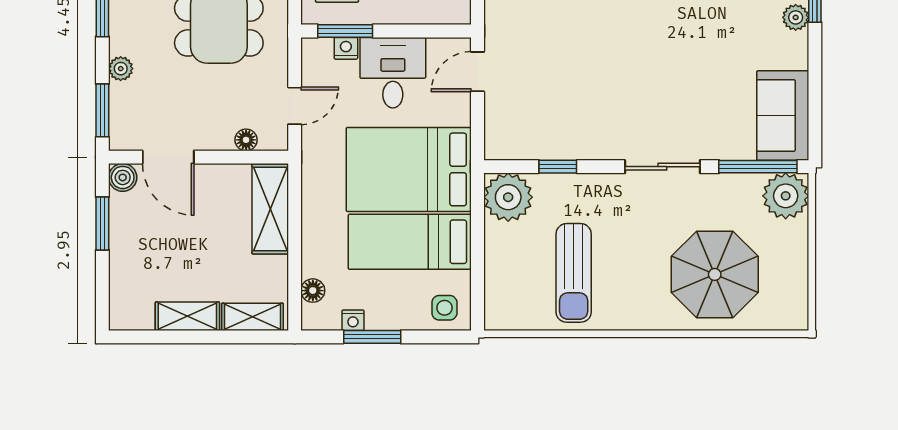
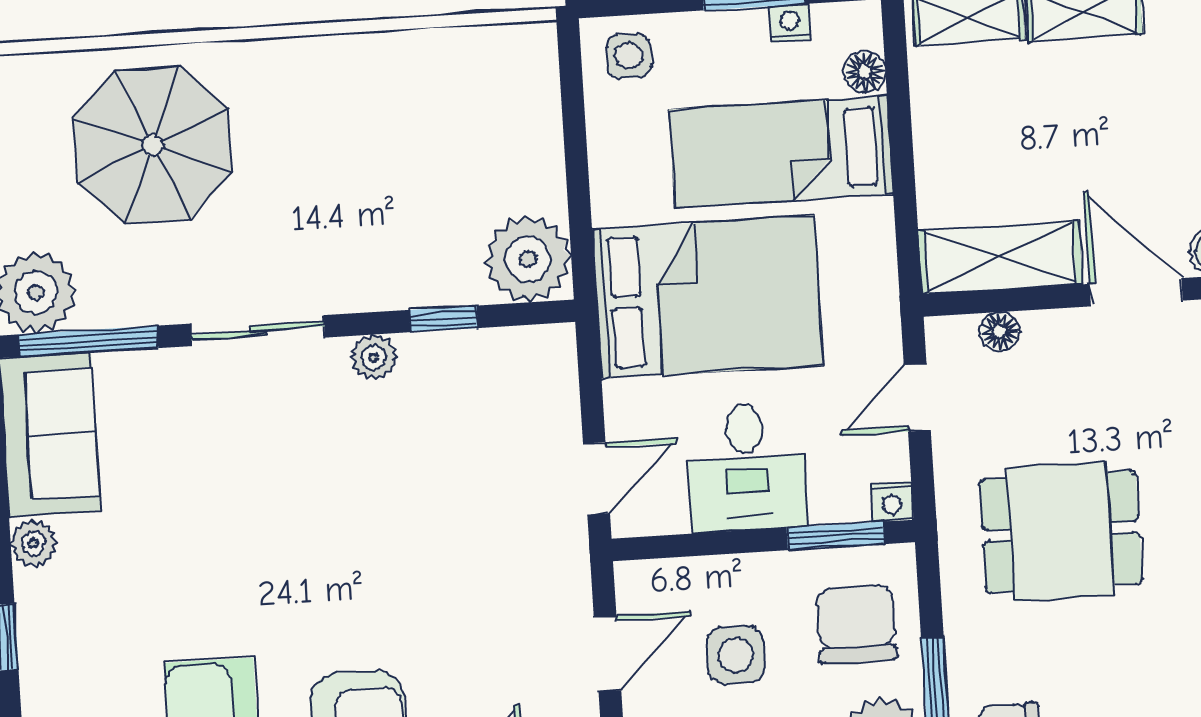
plant: (796, 17) -> (34, 543), moved
nightstand: (346, 48) -> (892, 502), moved
plant: (598, 147) -> (374, 357), added
shelving: (270, 209) -> (1000, 257), moved, turned 90
bed: (410, 242) -> (781, 152), moved, turned 180
sun lounger: (574, 273) -> (403, 132), removed

